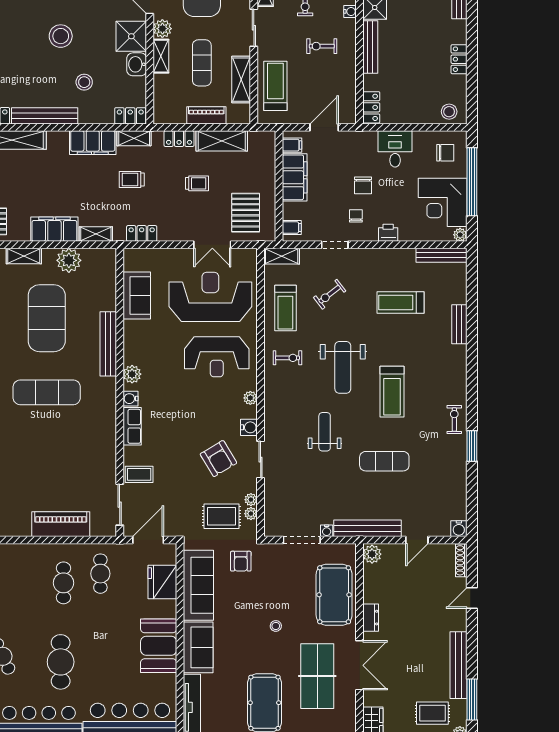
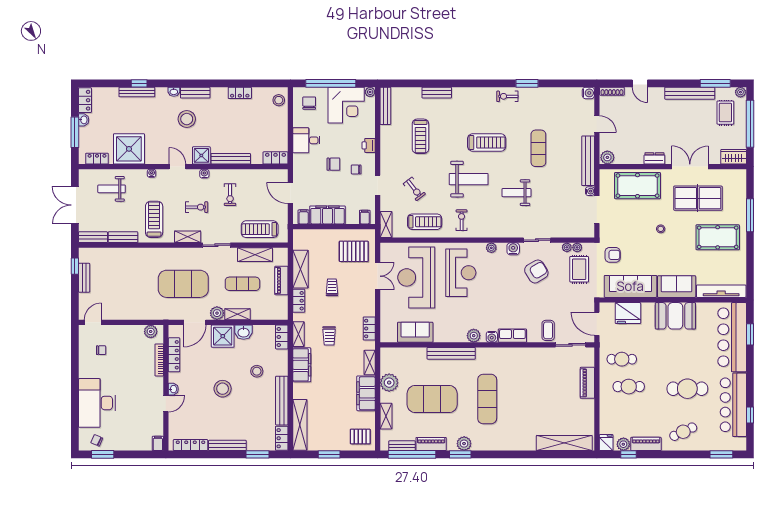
piano: (61, 524) -> (587, 383), width x0.73, depth x0.75

